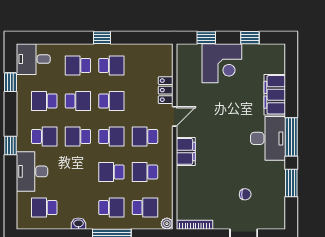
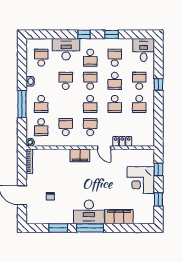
window: (102, 38) -> (158, 84), moved
window: (11, 82) -> (111, 34), moved
school desk: (111, 172) -> (66, 81), moved

